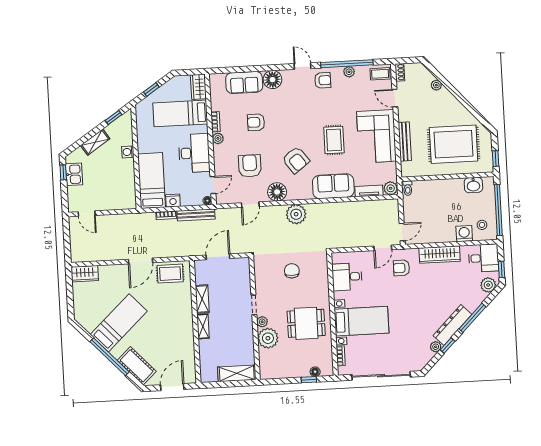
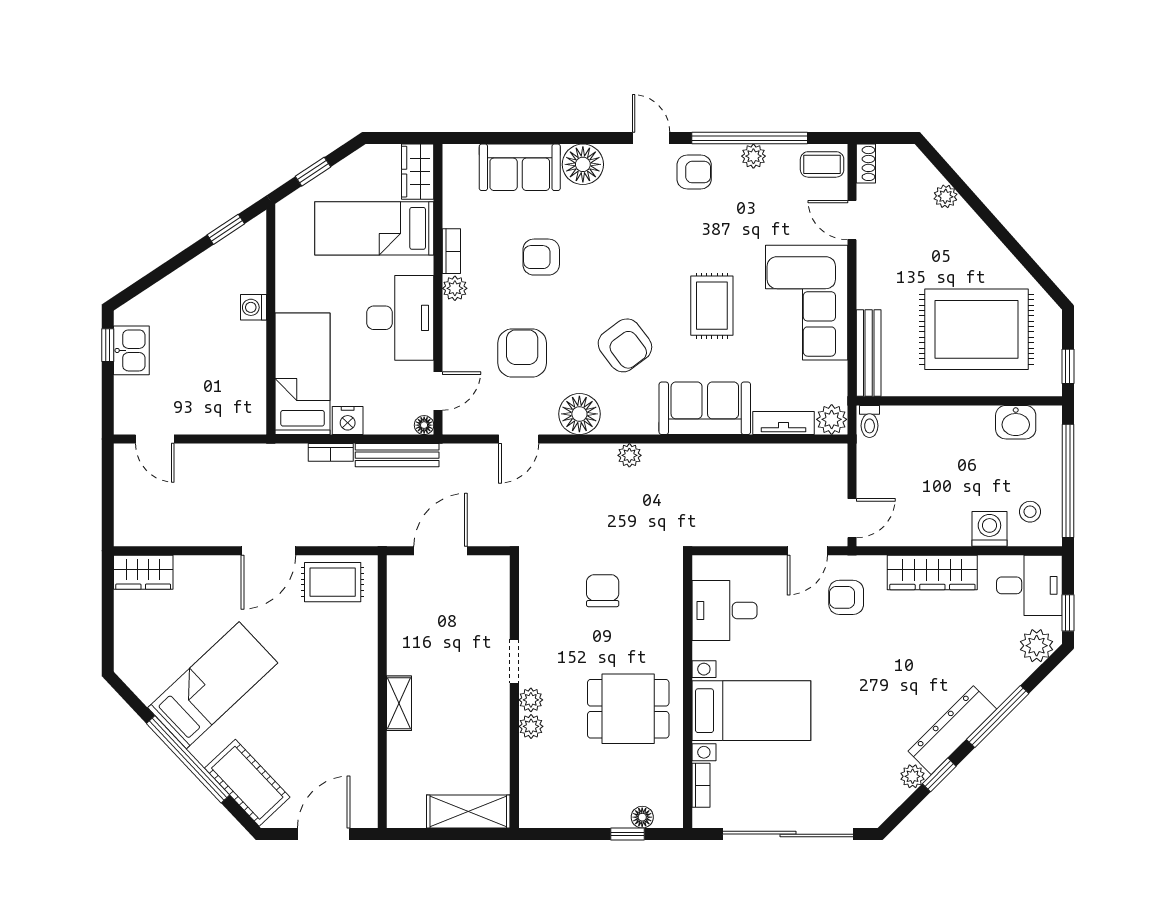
bench: (405, 141) -> (869, 353), moved
shelving: (95, 142) -> (182, 282), removed
plant: (296, 214) -> (629, 455), width x0.53, depth x0.53
shelving: (202, 299) -> (401, 642), removed
plant: (268, 338) -> (531, 726), width x0.53, depth x0.53

